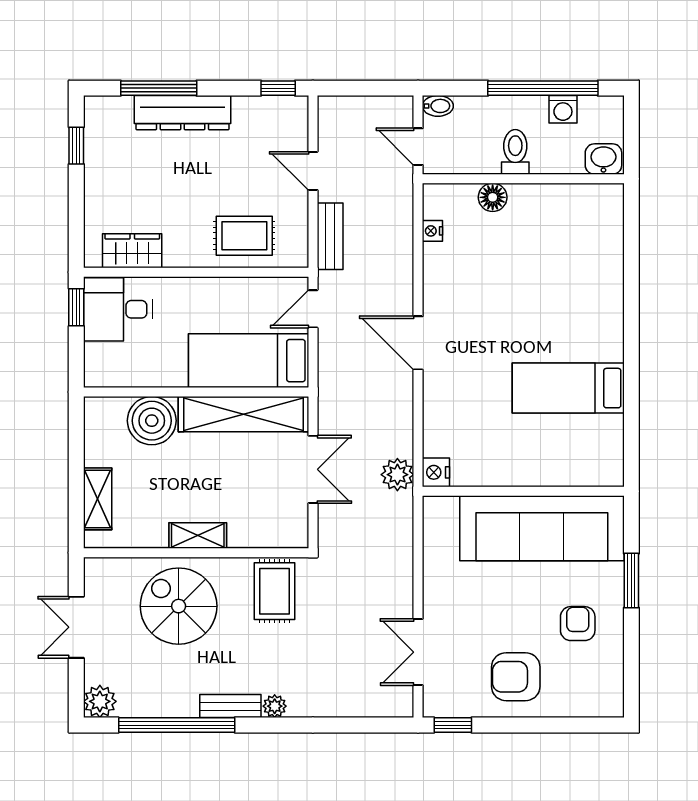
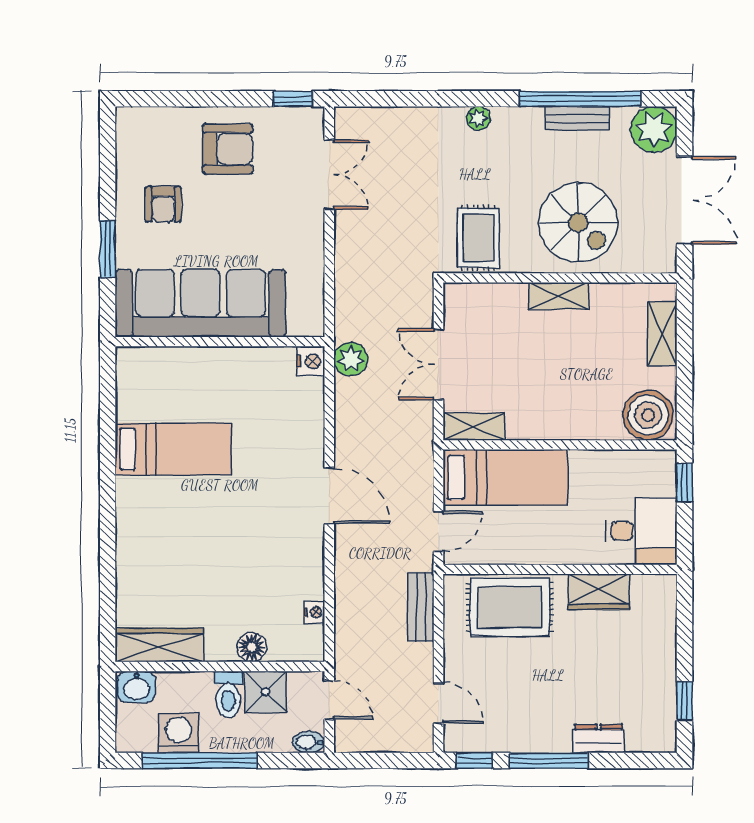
window: (159, 88) -> (549, 761), moved
washing machine: (563, 109) -> (179, 733), width x1.38, depth x1.38
dresser: (182, 113) -> (599, 739), width x0.51, depth x0.80
shower: (479, 154) -> (266, 692), added
door: (313, 171) -> (439, 703), moved
wardrobe: (582, 200) -> (159, 645), added
rug: (244, 236) -> (510, 607), width x1.36, depth x1.43
wardrobe: (132, 251) -> (599, 592), moved
window: (76, 307) -> (684, 483), moved
shelving: (243, 414) -> (474, 426), width x0.45, depth x0.75
boiler: (152, 421) -> (648, 415), moved
double door: (76, 627) -> (684, 200), width x1.37
plant: (100, 701) -> (654, 129), width x1.36, depth x1.36
bench: (230, 706) -> (577, 118), moved

